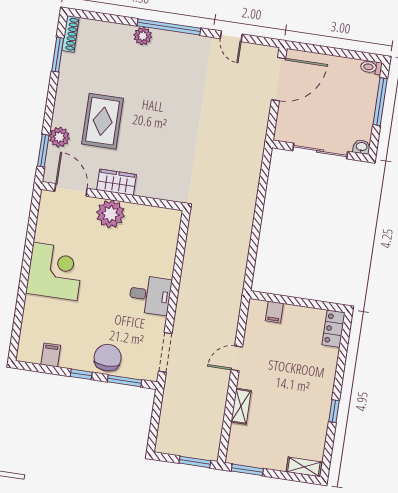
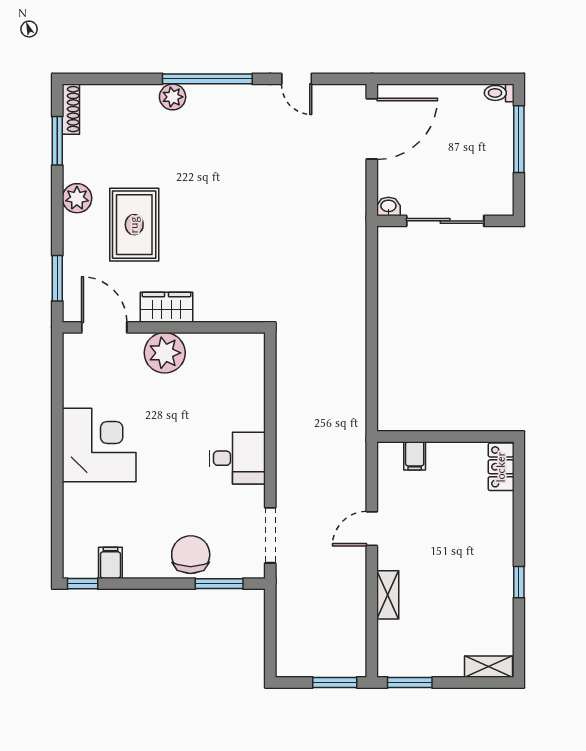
plant: (59, 137) -> (77, 198), moved
washbasin: (362, 147) -> (388, 206), moved
window: (81, 374) -> (83, 584), moved

